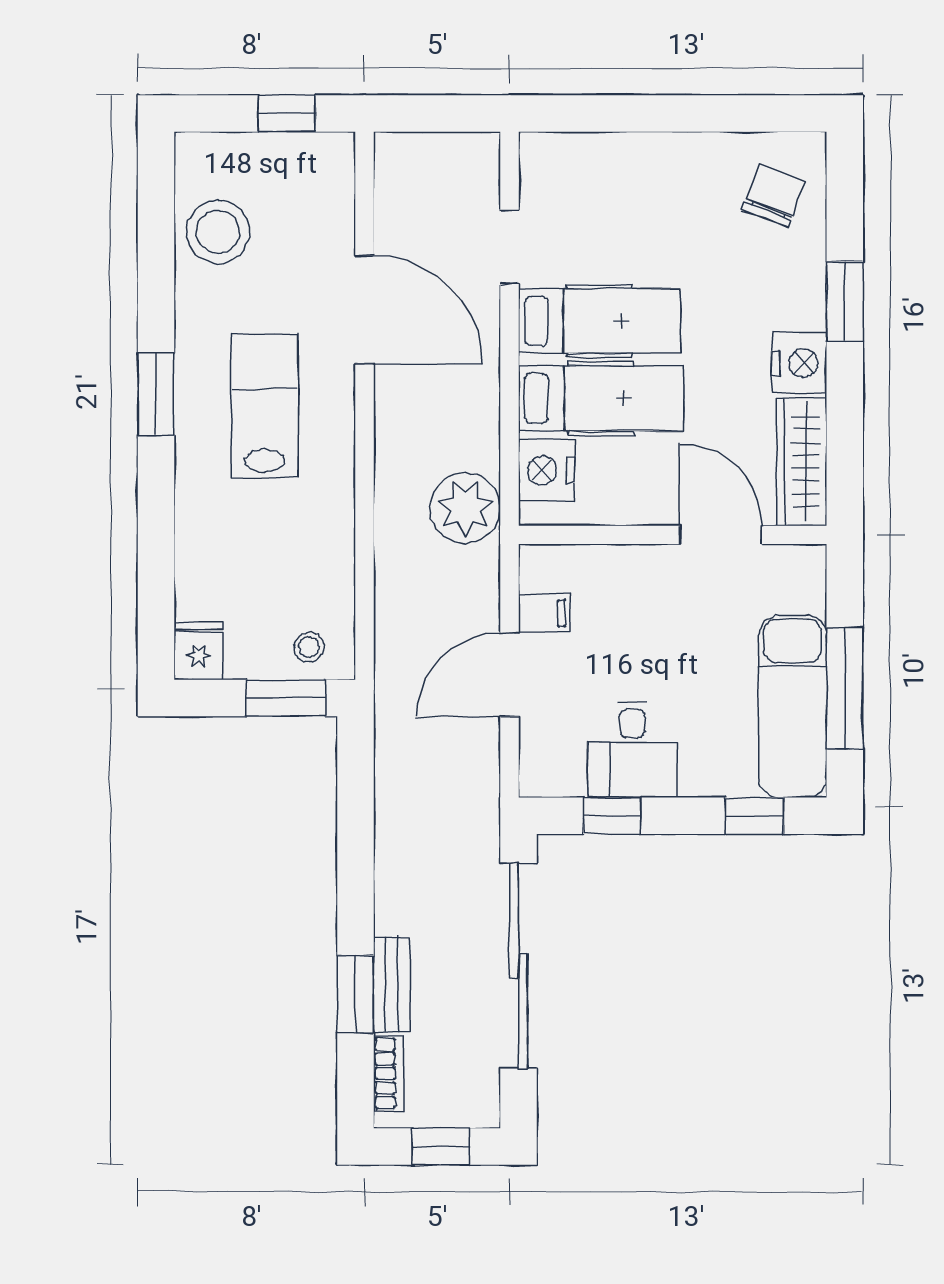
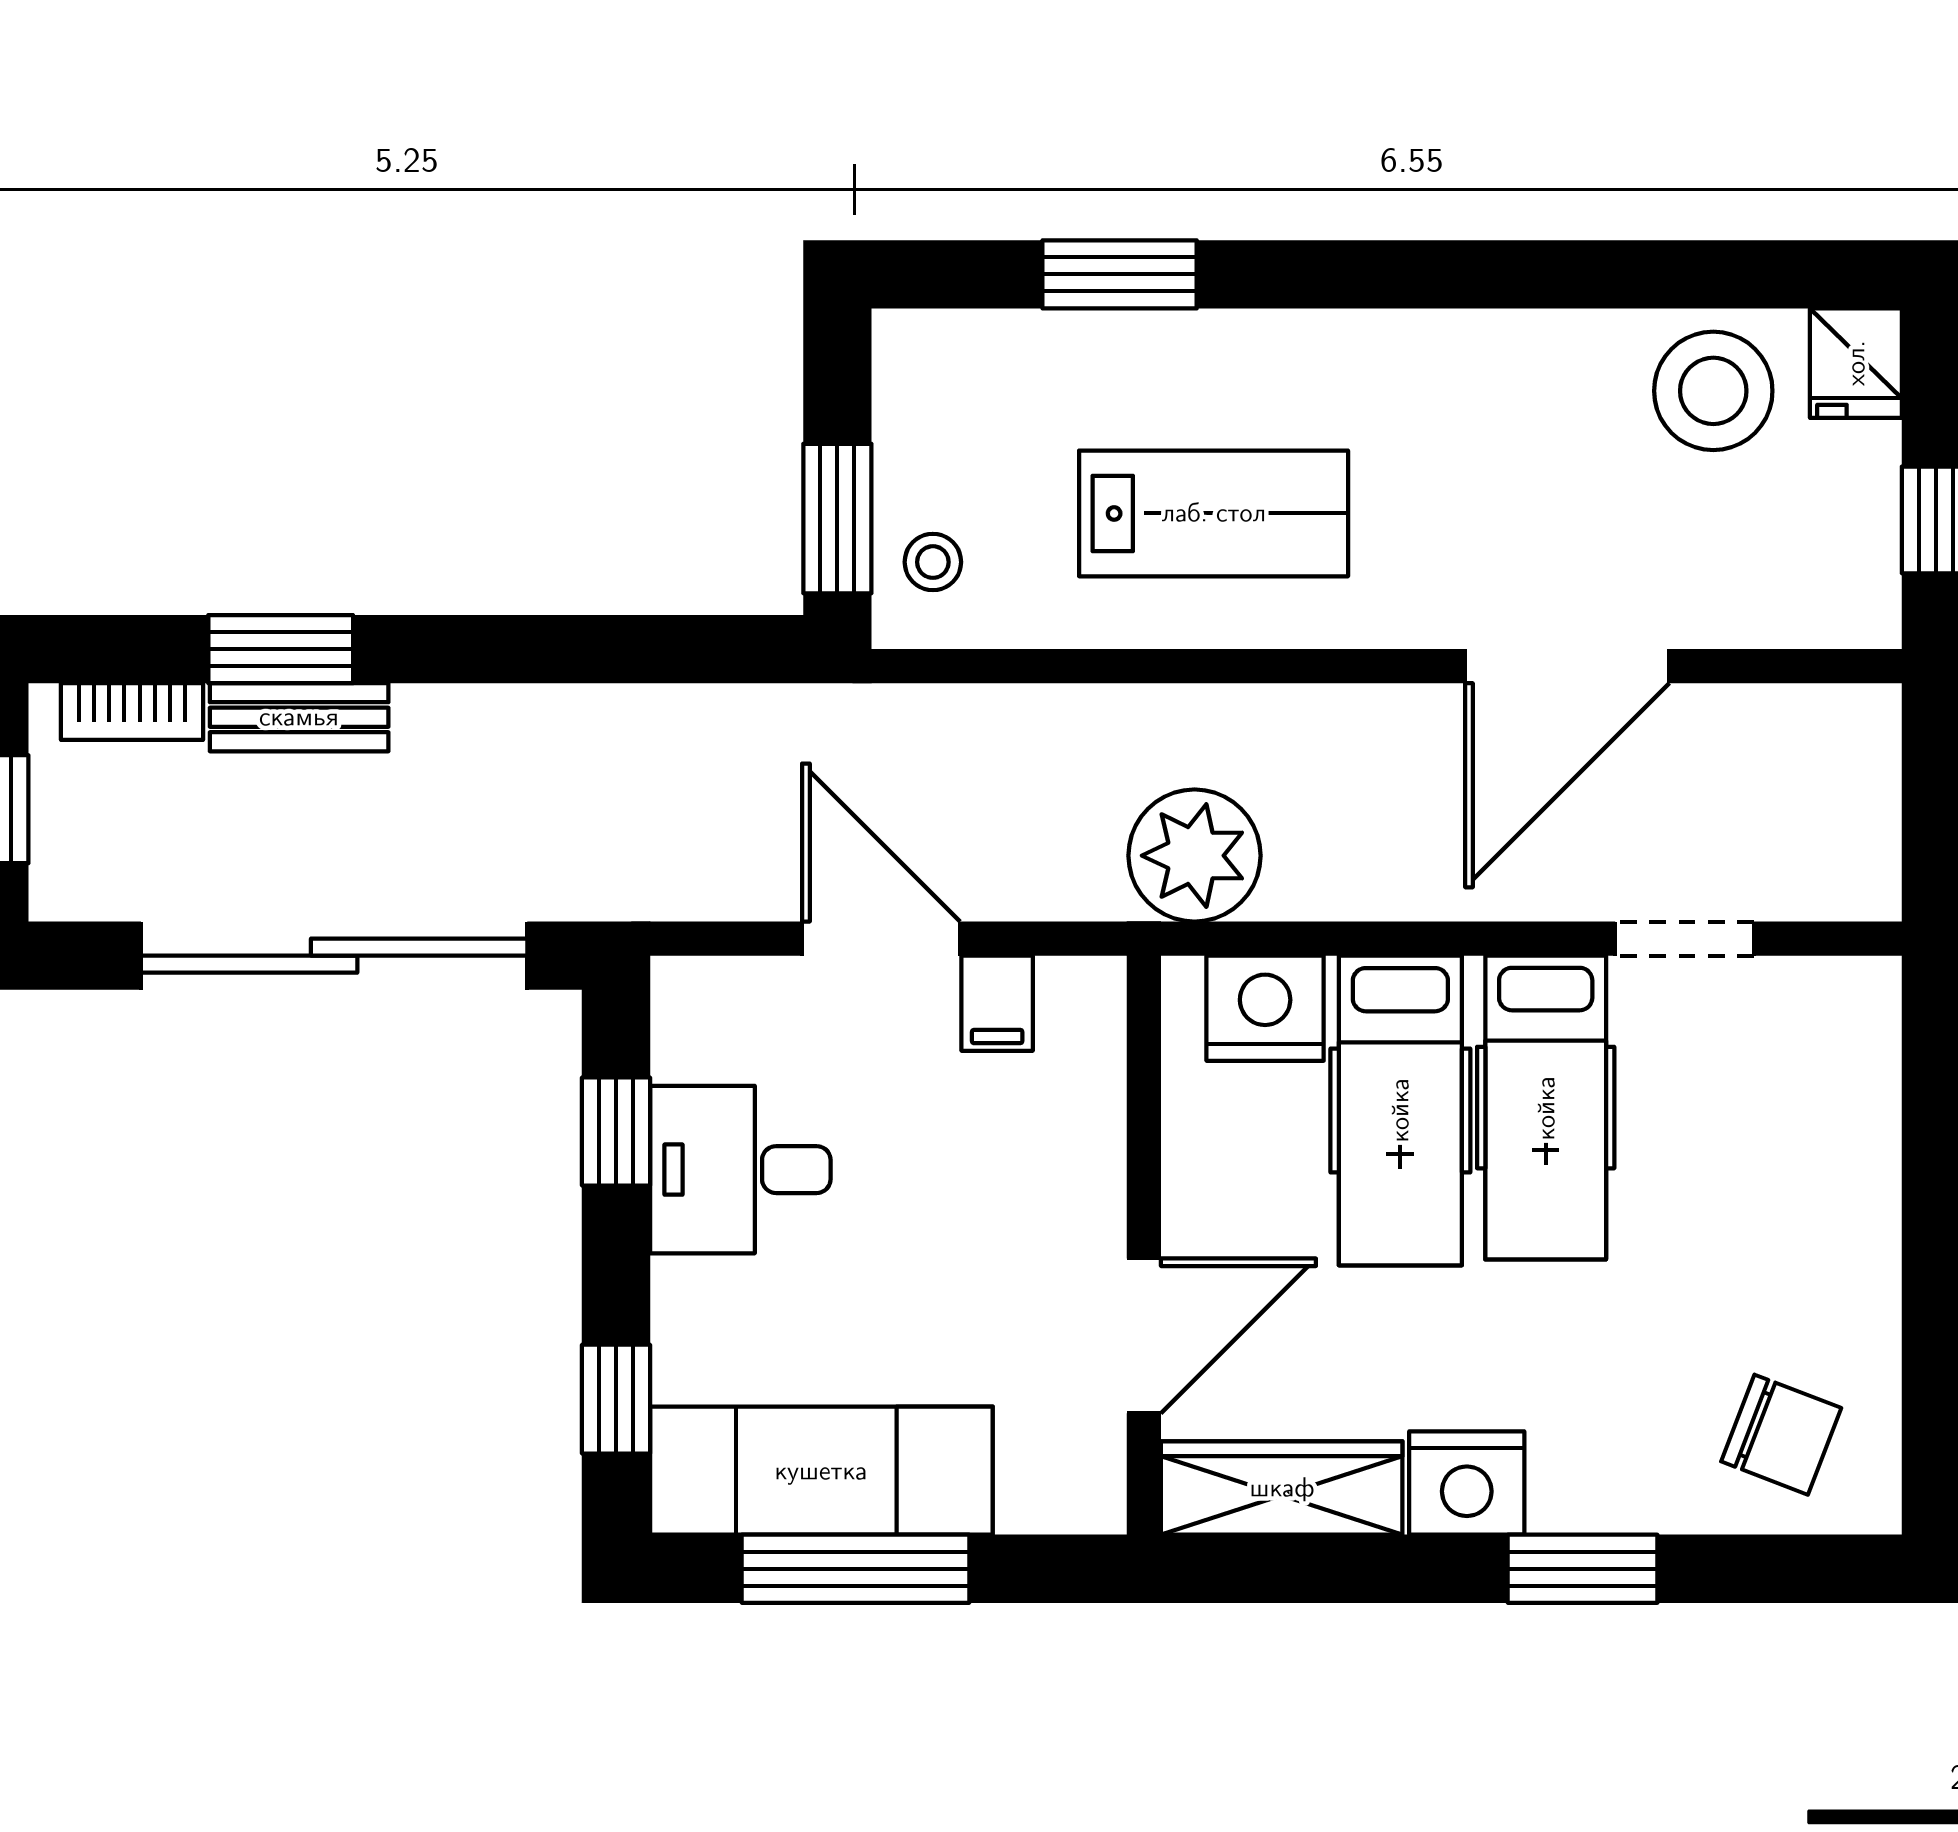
window: (156, 394) -> (1120, 274), moved
lab bench: (265, 406) -> (1214, 513), moved
fridge: (199, 651) -> (1856, 363), moved, turned 90

